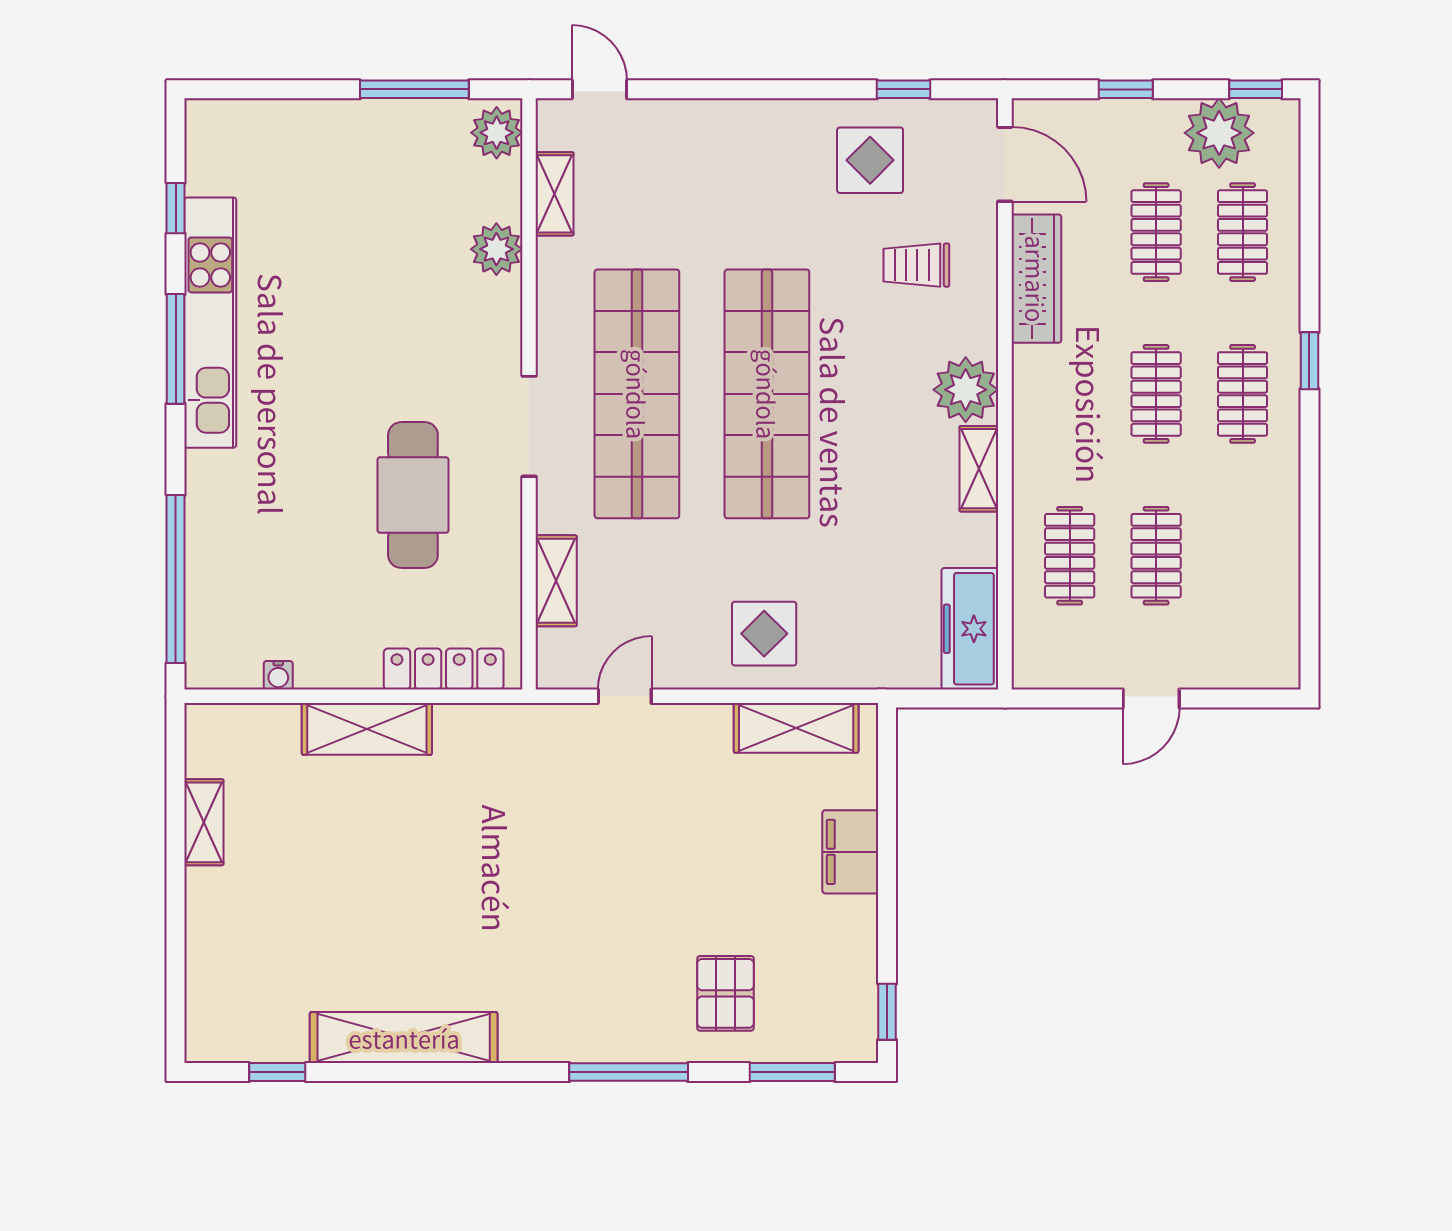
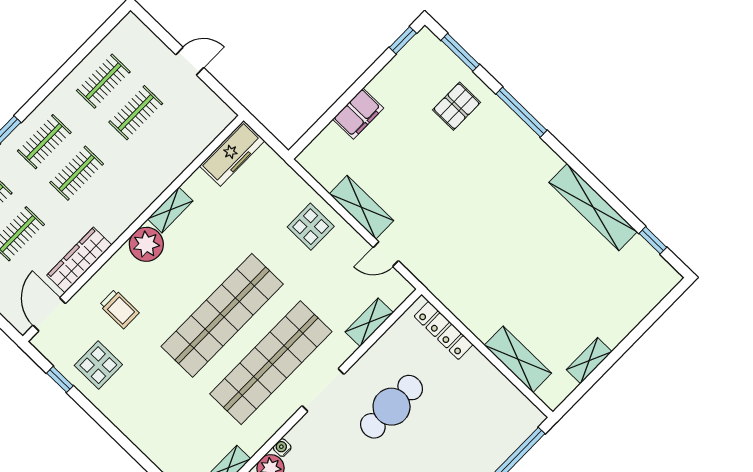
clothes rail: (1070, 556) -> (103, 81), moved
water cooler: (278, 675) -> (282, 448), moved, turned -90
shelving: (796, 728) -> (361, 207), moved
shelving: (367, 729) -> (518, 359), moved

